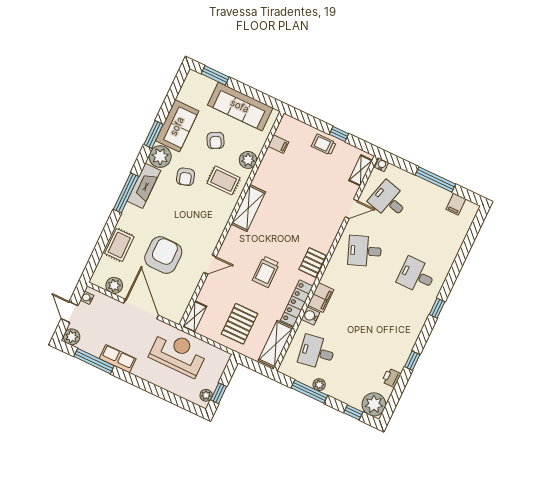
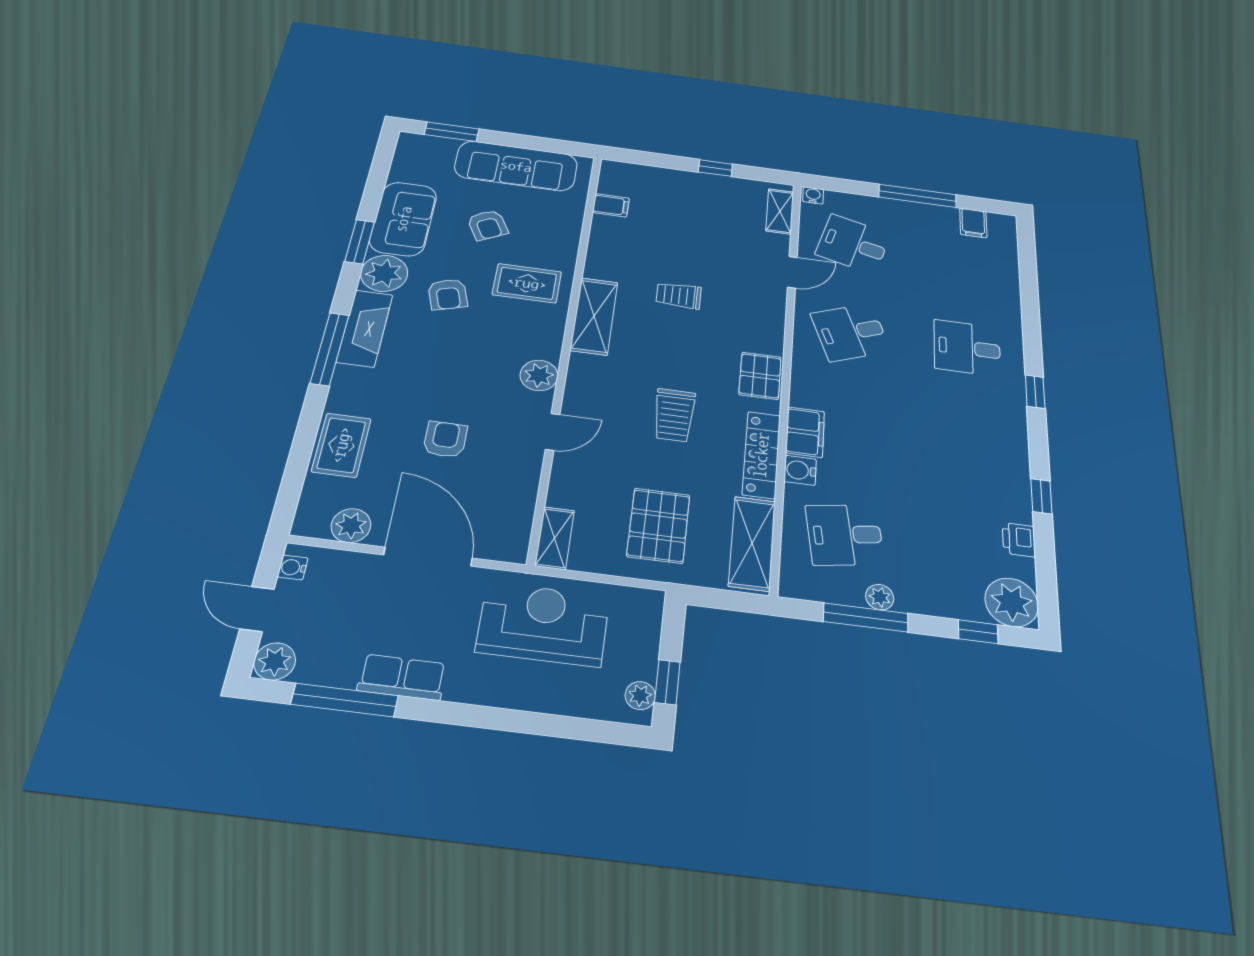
trolley: (324, 145) -> (679, 296), moved
plant: (248, 160) -> (539, 375), moved
armchair: (163, 255) -> (445, 439), width x0.53, depth x0.53

